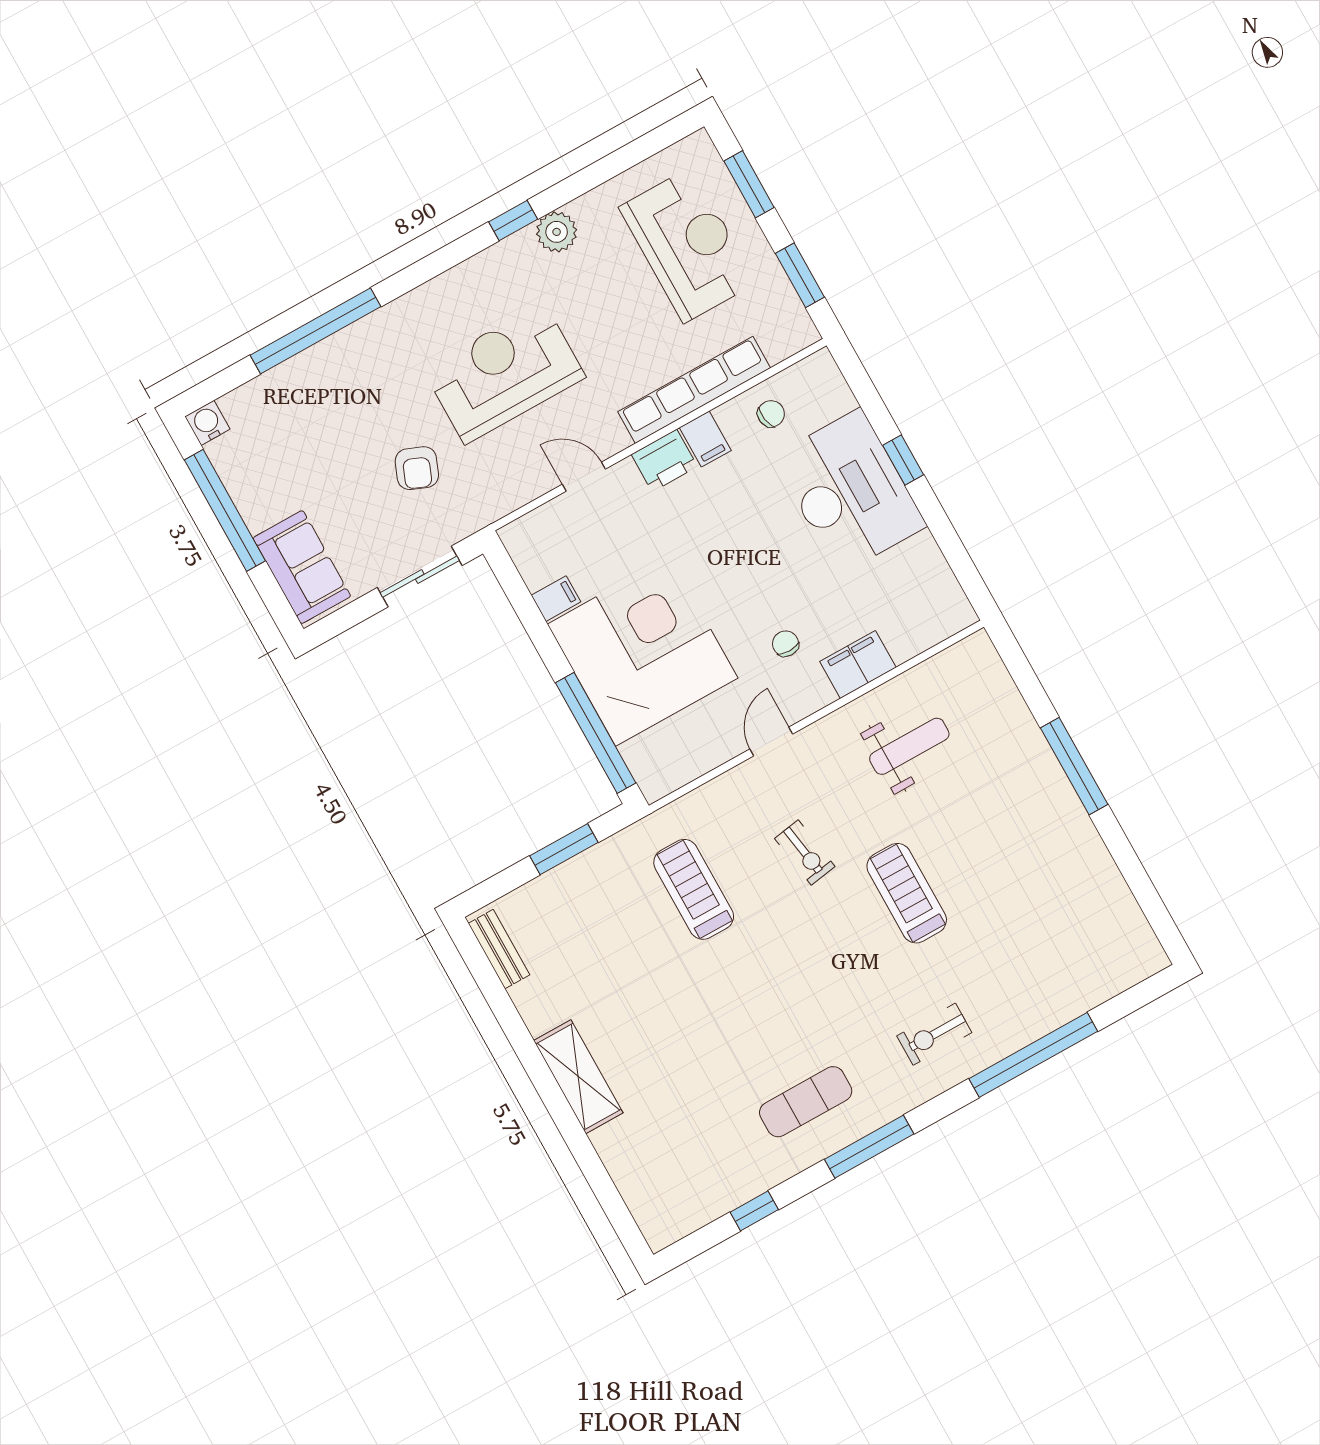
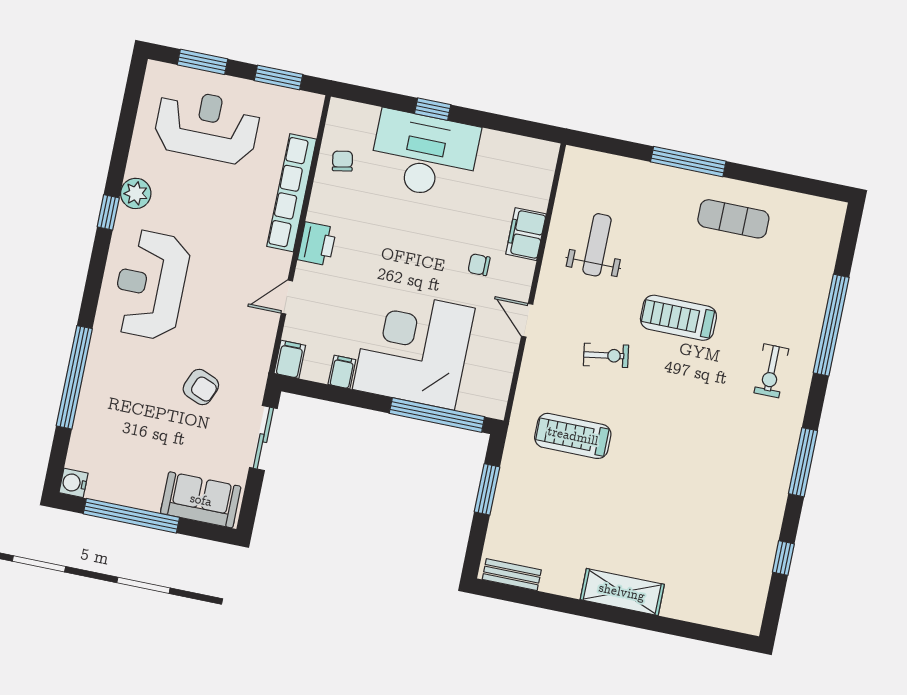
reception desk: (504, 373) -> (151, 285), moved
filing cabinet: (705, 439) -> (290, 359), moved, turned -90
exercise mat: (806, 1102) -> (733, 219), moved, turned 90

